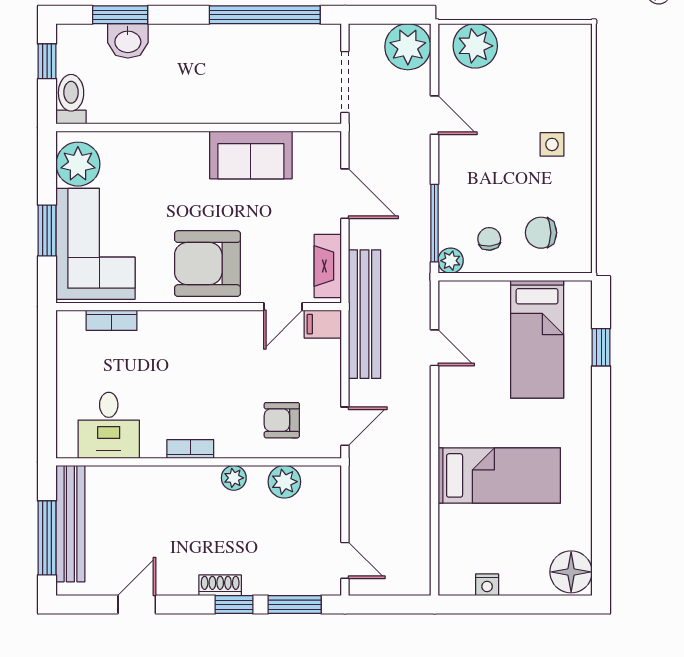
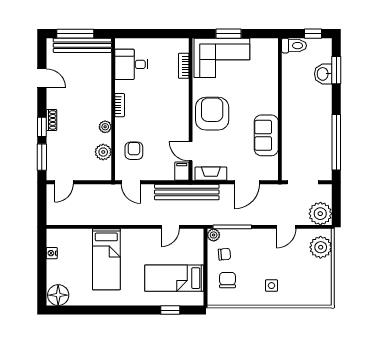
plant: (78, 164) -> (262, 49), removed

